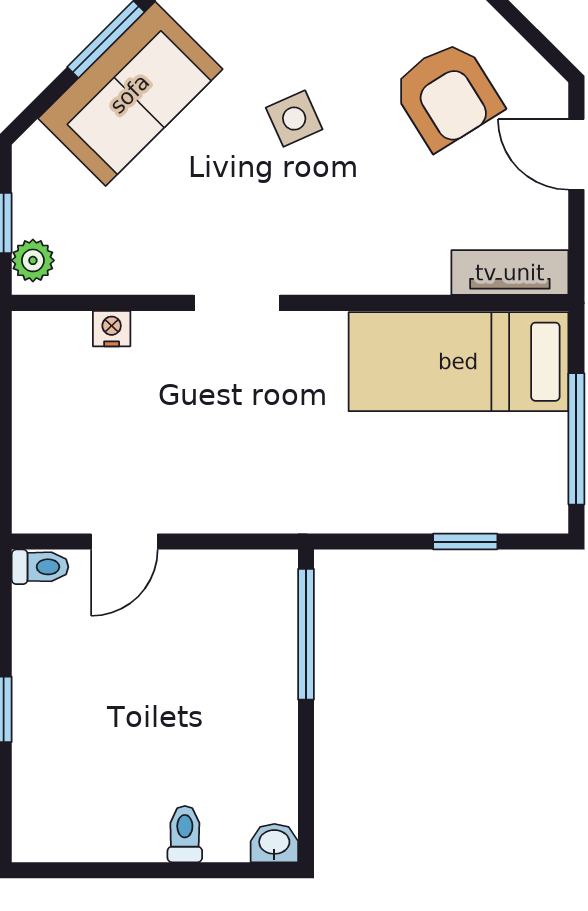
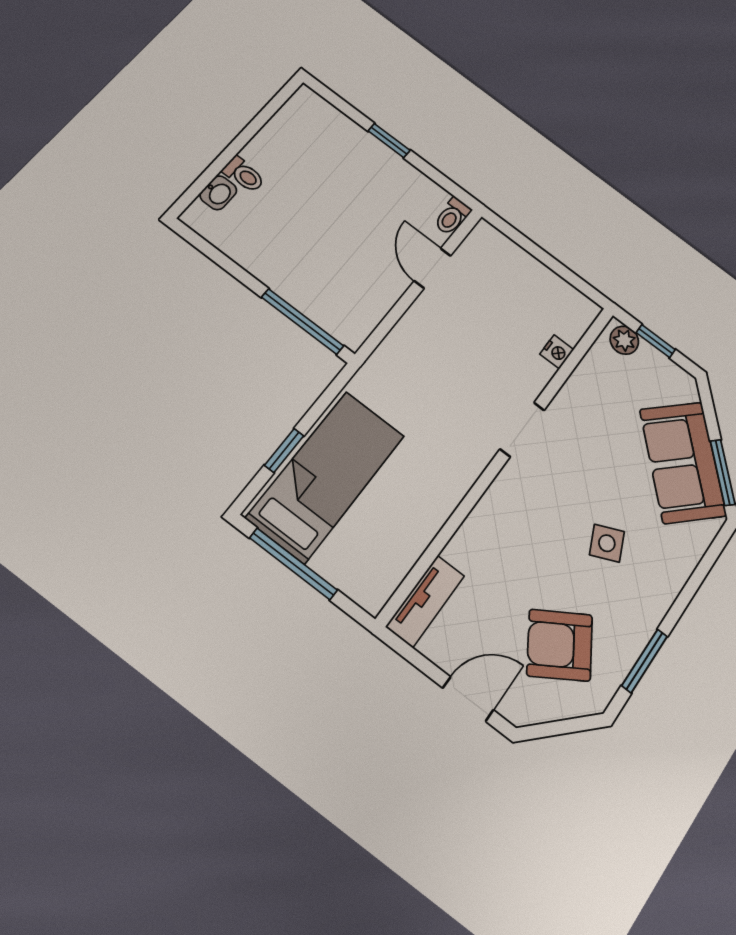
bed: (458, 362) -> (326, 476), moved
washbasin: (274, 843) -> (218, 193), moved

